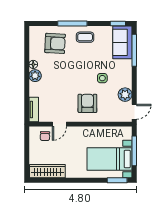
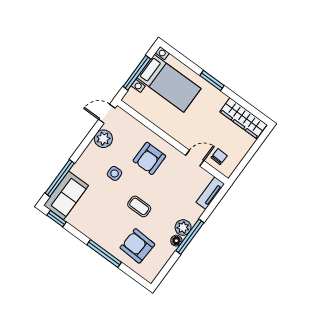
coffee table: (85, 37) -> (139, 206), moved
window: (27, 73) -> (190, 237), added
window: (117, 180) -> (212, 81), moved

